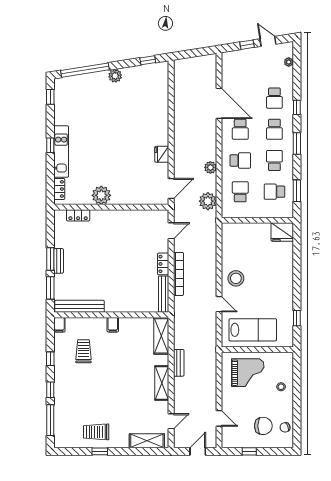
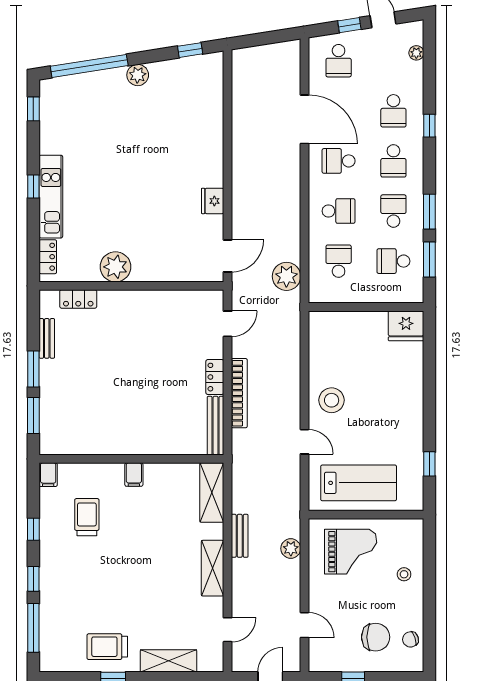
school desk: (240, 67) -> (339, 61), added
school desk: (240, 129) -> (339, 161), turned 90
window: (297, 143) -> (429, 212), moved
plant: (210, 167) -> (291, 549), moved
bench: (59, 261) -> (47, 338), moved
bench: (80, 306) -> (80, 445), removed
shelving: (147, 441) -> (168, 661), moved

